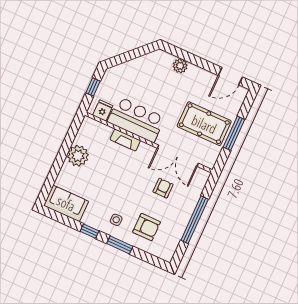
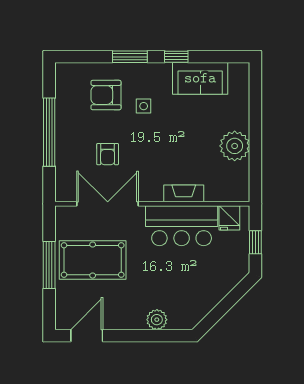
sofa: (66, 203) -> (200, 78), moved
side table: (116, 220) -> (144, 106), moved

